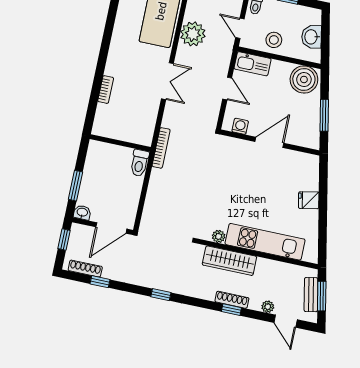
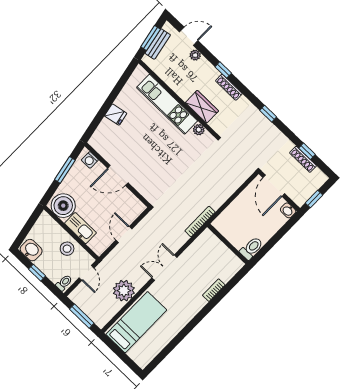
washbasin: (312, 37) -> (31, 250), moved, turned -79
kitchen sink: (253, 64) -> (80, 228), moved
washing machine: (240, 126) -> (90, 160), moved
toilet: (139, 163) -> (251, 248), moved
window: (75, 186) -> (281, 233), removed
door: (111, 228) -> (274, 186), swing flipped
wardrobe: (229, 261) -> (202, 107), width x0.67
shoe rack: (85, 269) -> (303, 159), moved
shoe rack: (232, 300) -> (229, 87), moved
door: (286, 321) -> (189, 36), hinge flipped

